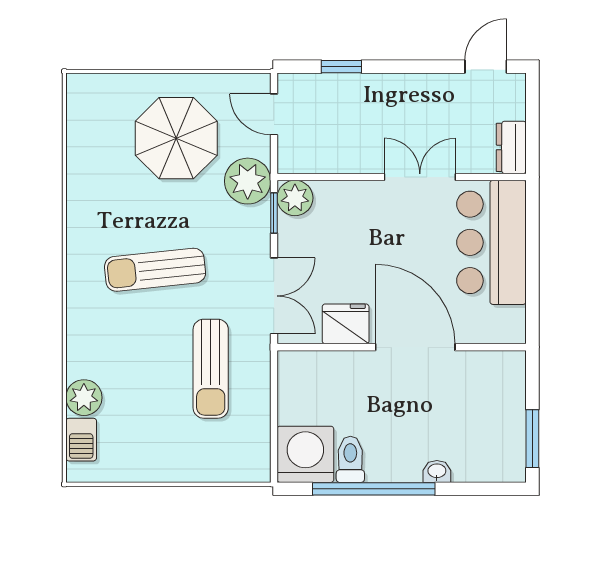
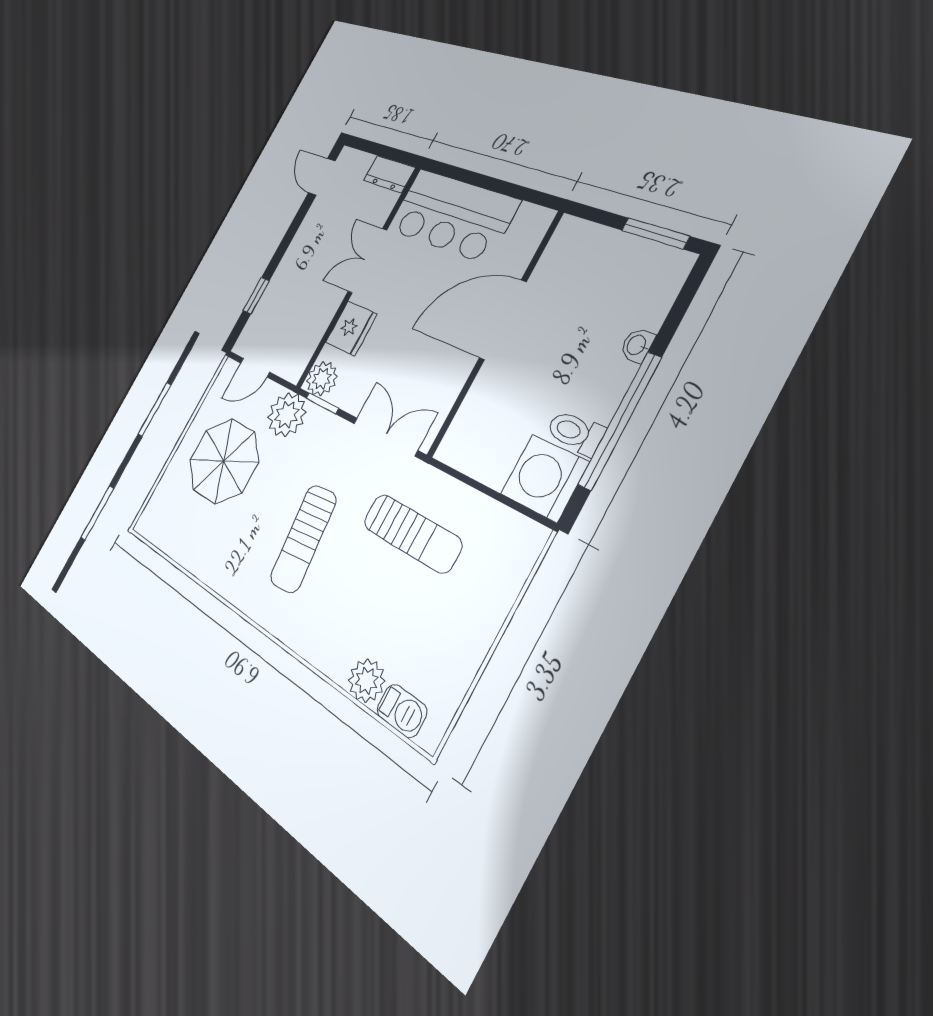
fridge: (346, 324) -> (351, 328), moved, turned 180

